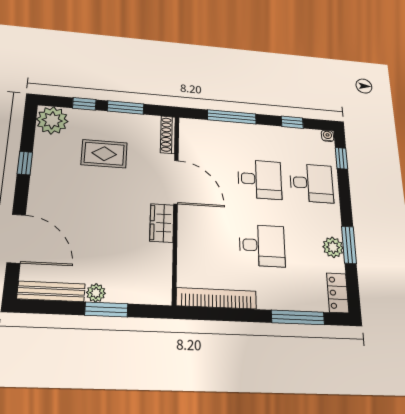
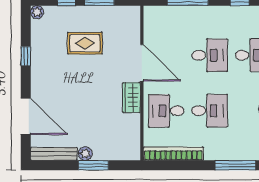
plant: (52, 120) -> (37, 12), width x0.53, depth x0.53
shoe rack: (168, 135) -> (135, 22), removed
desk: (207, 242) -> (166, 111), added

